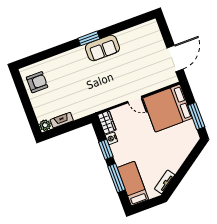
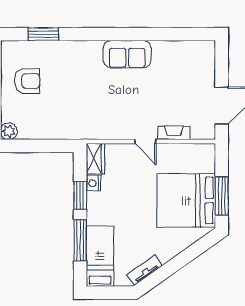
window: (89, 38) -> (43, 34), moved
armchair: (37, 82) -> (27, 81), moved
bed: (168, 108) -> (186, 201), moved
fireplace: (62, 120) -> (174, 133), moved

